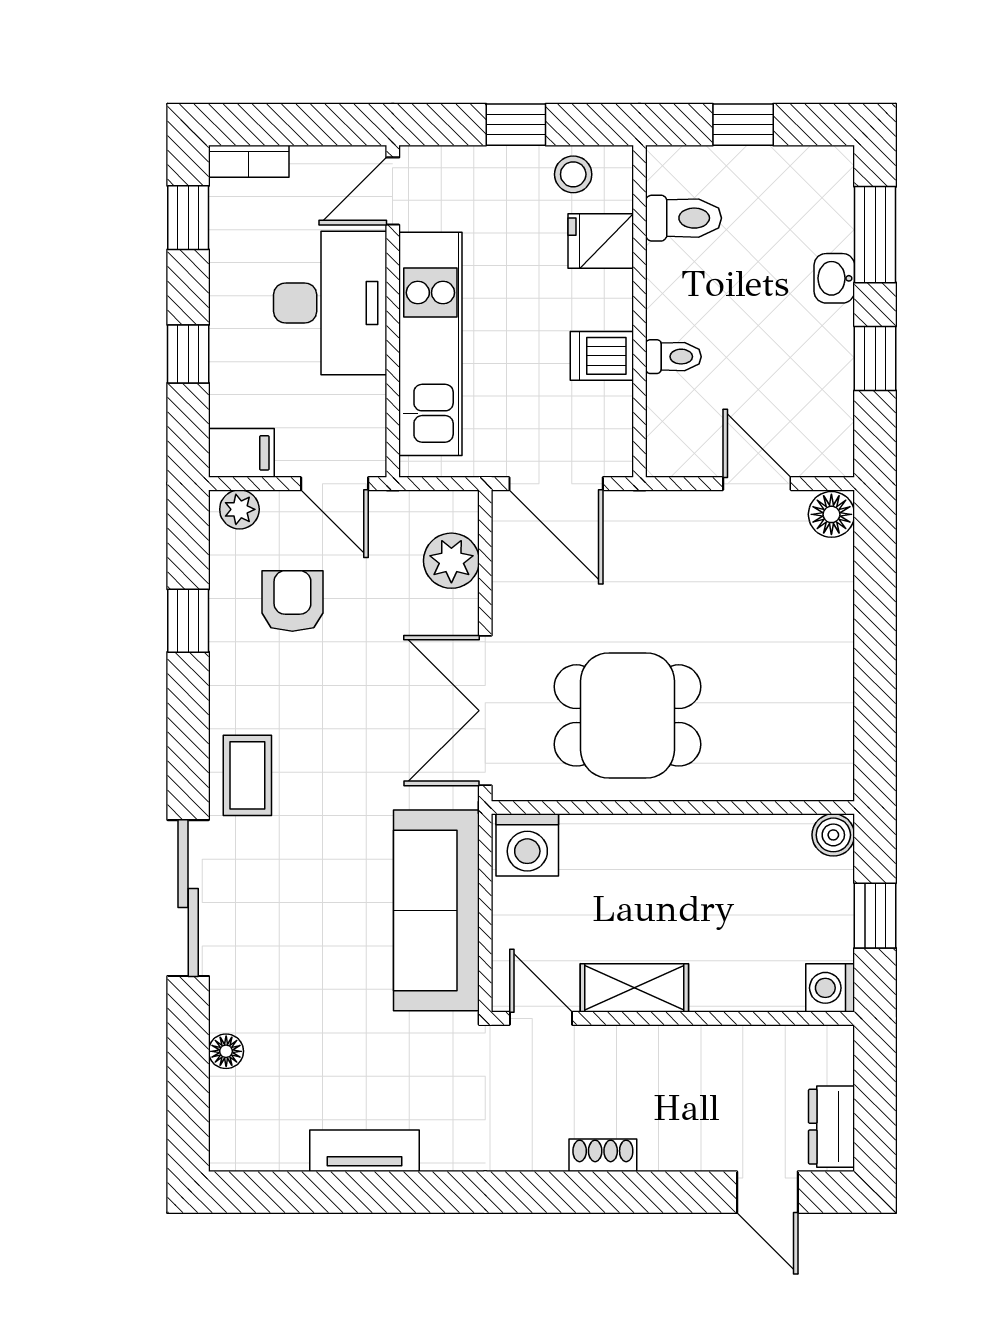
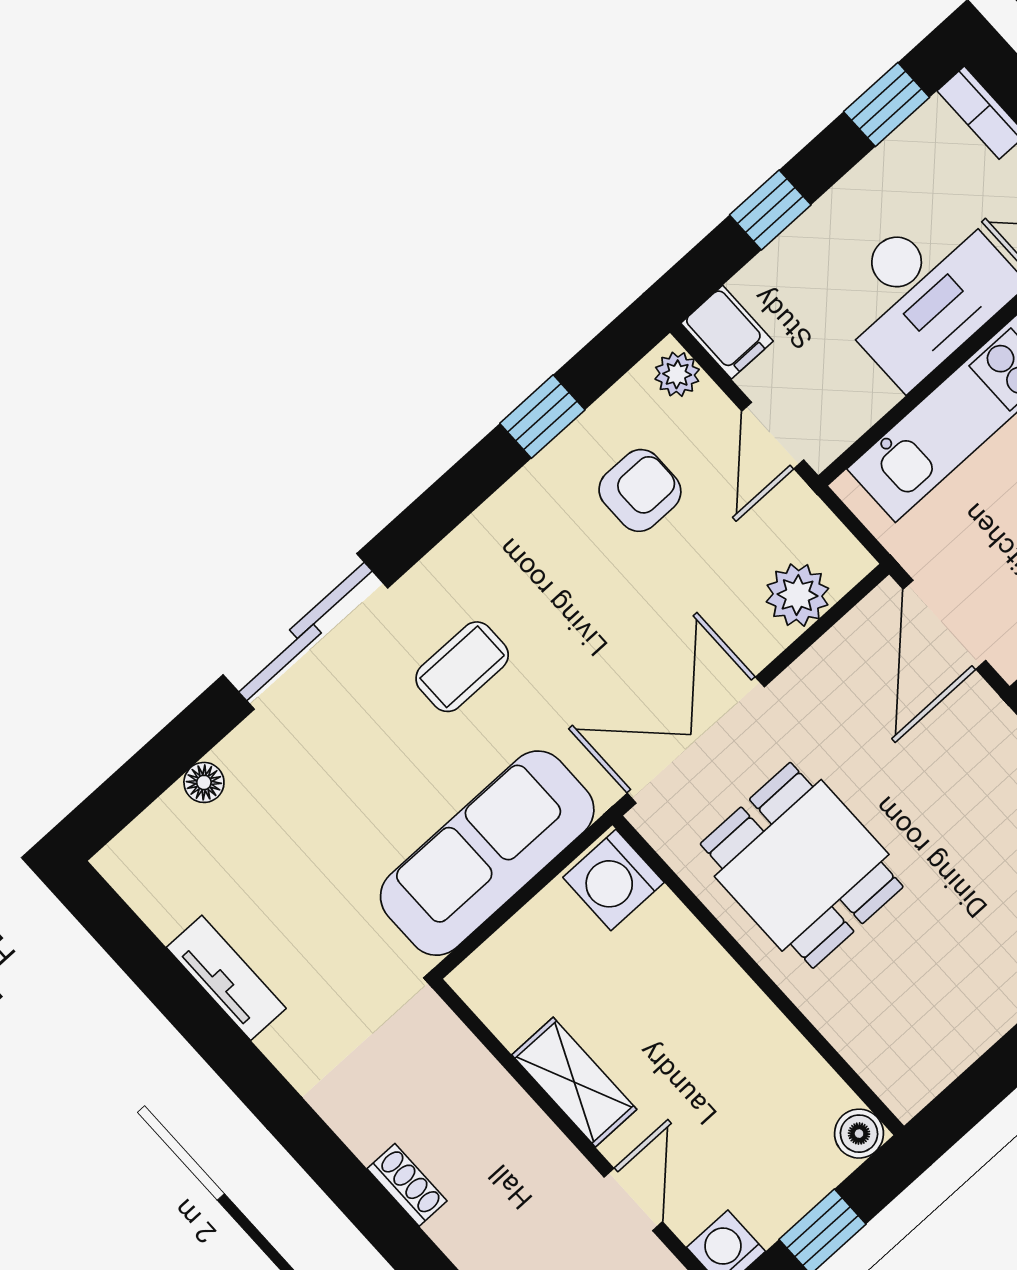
coffee table: (247, 775) -> (462, 667), moved
door: (541, 1018) -> (633, 1199), moved

